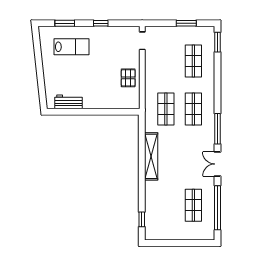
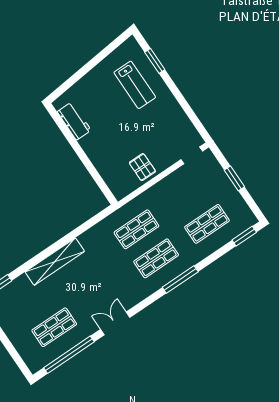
window: (101, 23) -> (181, 99), removed
window: (186, 23) -> (234, 178), moved
pallet: (128, 78) -> (142, 167), turned 90
window: (218, 129) -> (180, 279), moved
shelving: (151, 156) -> (55, 262), moved

